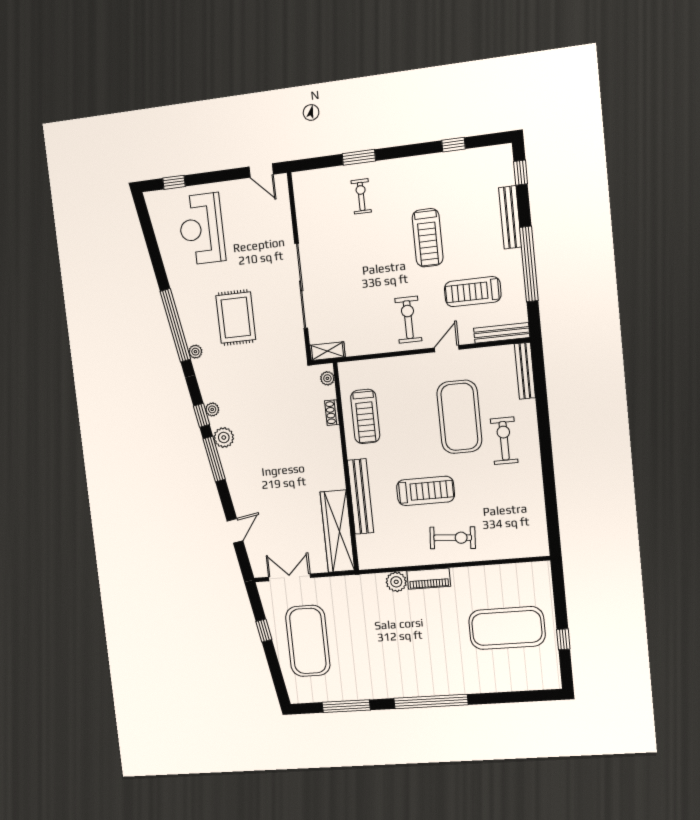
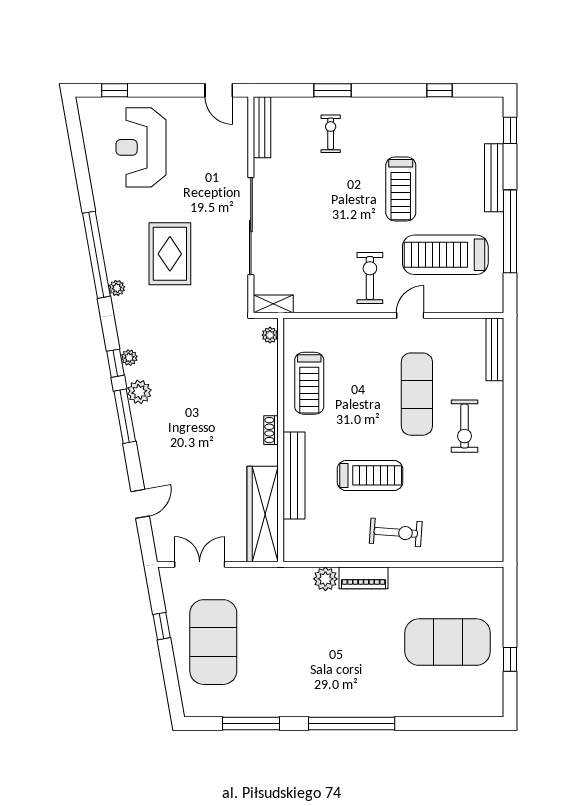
treadmill: (473, 292) -> (445, 255), width x1.37, depth x1.38
bench: (502, 333) -> (262, 127), moved, turned 90
shoe rack: (332, 413) -> (271, 430), moved
exercise mat: (459, 417) -> (417, 394), width x0.68
exercise bike: (504, 441) -> (465, 426), turned 180

